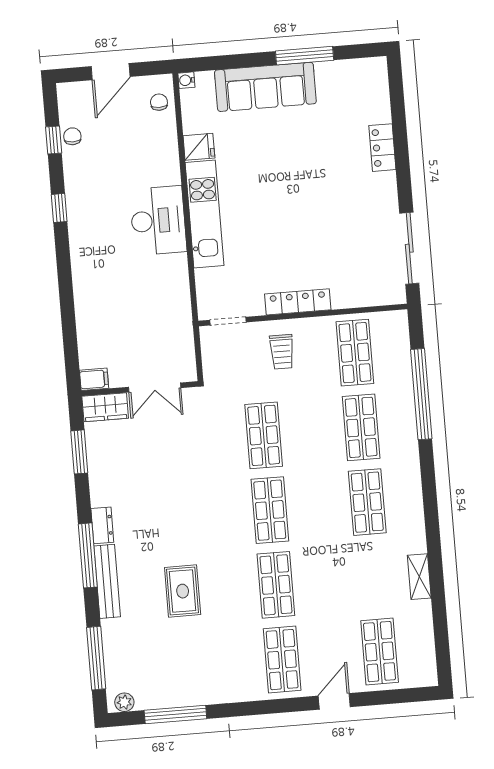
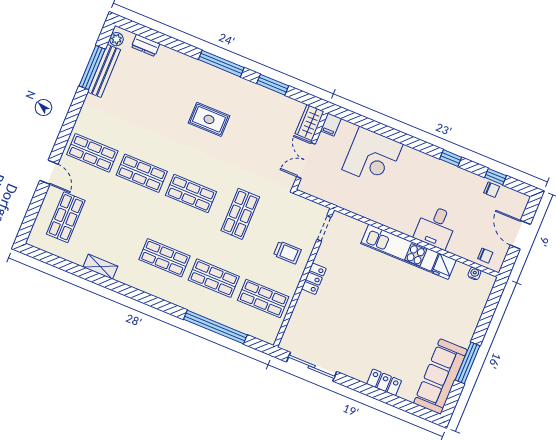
water cooler: (186, 80) -> (474, 273), moved
sofa: (265, 87) -> (440, 376), moved
desk: (158, 221) -> (436, 227), moved, width x0.73
locker: (298, 302) -> (314, 279), width x0.66
corner desk: (108, 306) -> (373, 157), added
trolley: (282, 352) -> (287, 252), turned 180
shop shelf: (264, 435) -> (240, 214), turned 90
window: (79, 452) -> (273, 85), moved
dresser: (102, 525) -> (146, 45), moved
bench: (107, 581) -> (104, 71), moved, turned 90
rug: (183, 591) -> (209, 119), moved
shop shelf: (380, 652) -> (66, 217), turned 90
window: (96, 658) -> (153, 36), removed

